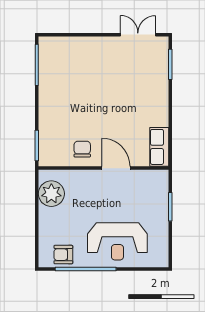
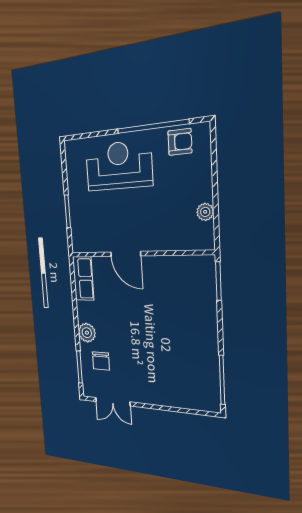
plant: (160, 97) -> (87, 333), added
chair: (82, 149) -> (101, 361), moved
plant: (51, 194) -> (205, 212), width x0.53, depth x0.53

